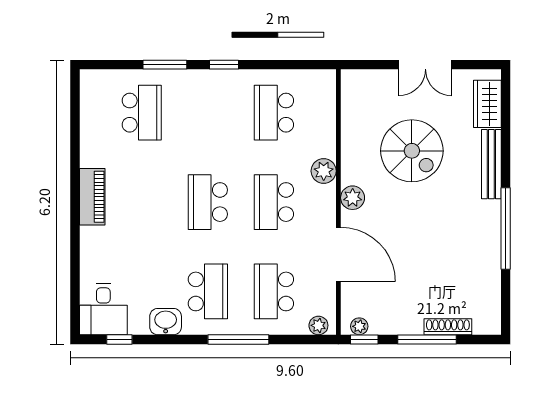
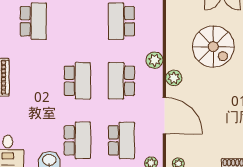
school desk: (208, 202) -> (77, 81), turned 180
school desk: (274, 291) -> (121, 140), turned 180

